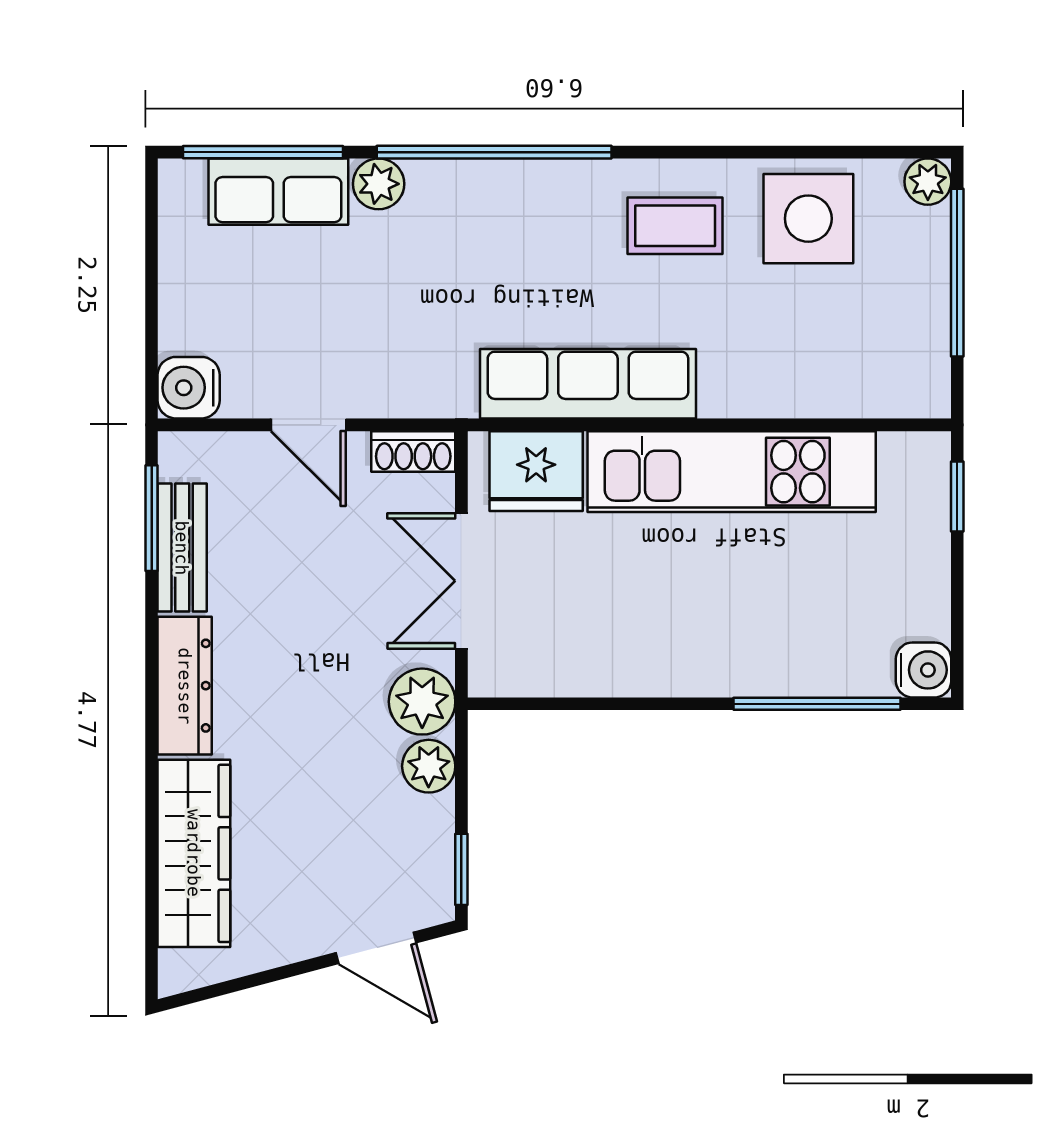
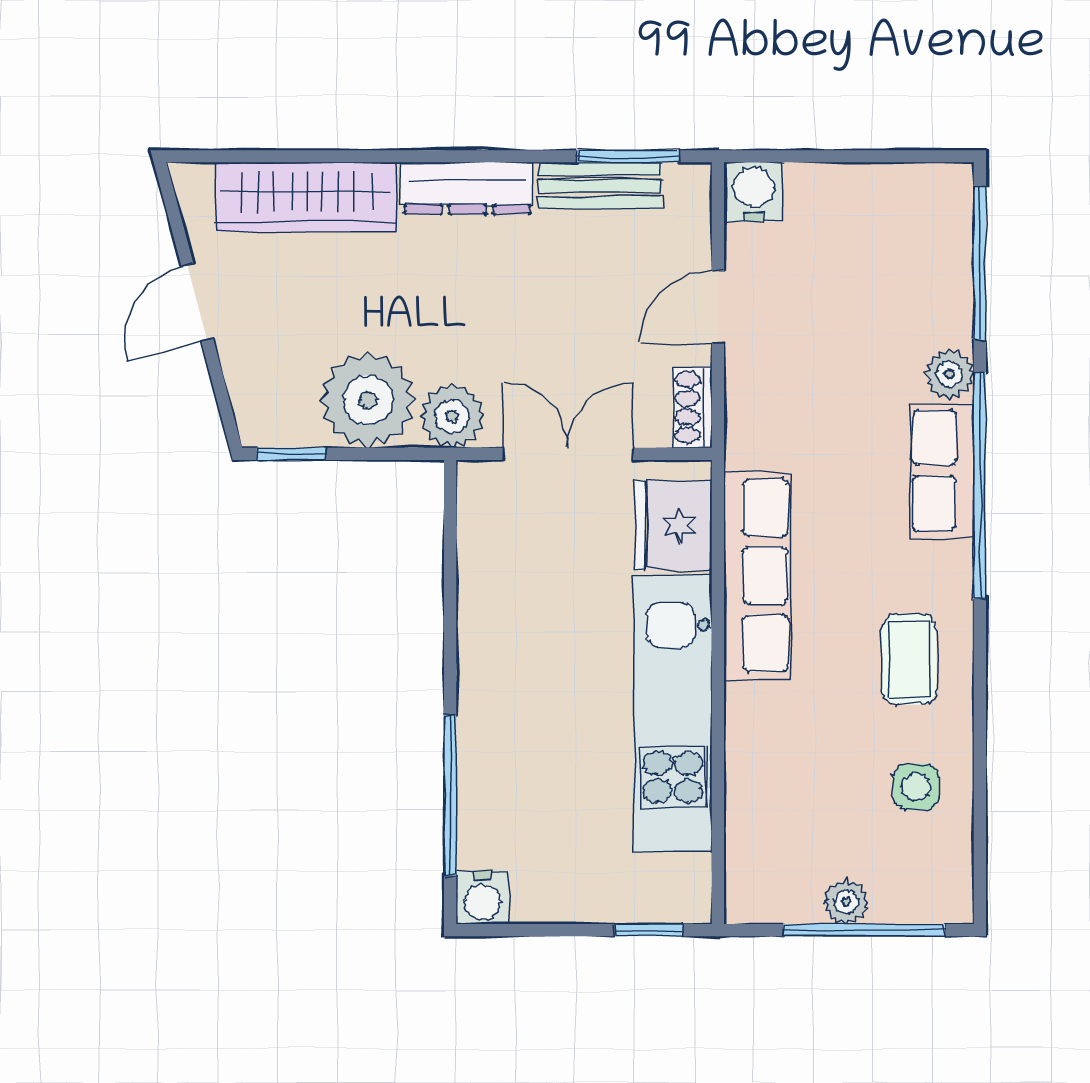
plant: (928, 182) -> (846, 902), moved
row of seats: (278, 192) -> (942, 470), moved
side table: (808, 219) -> (916, 787), width x0.54, depth x0.54
plant: (429, 766) -> (368, 400), width x1.87, depth x1.87
door: (376, 948) -> (197, 302), moved

